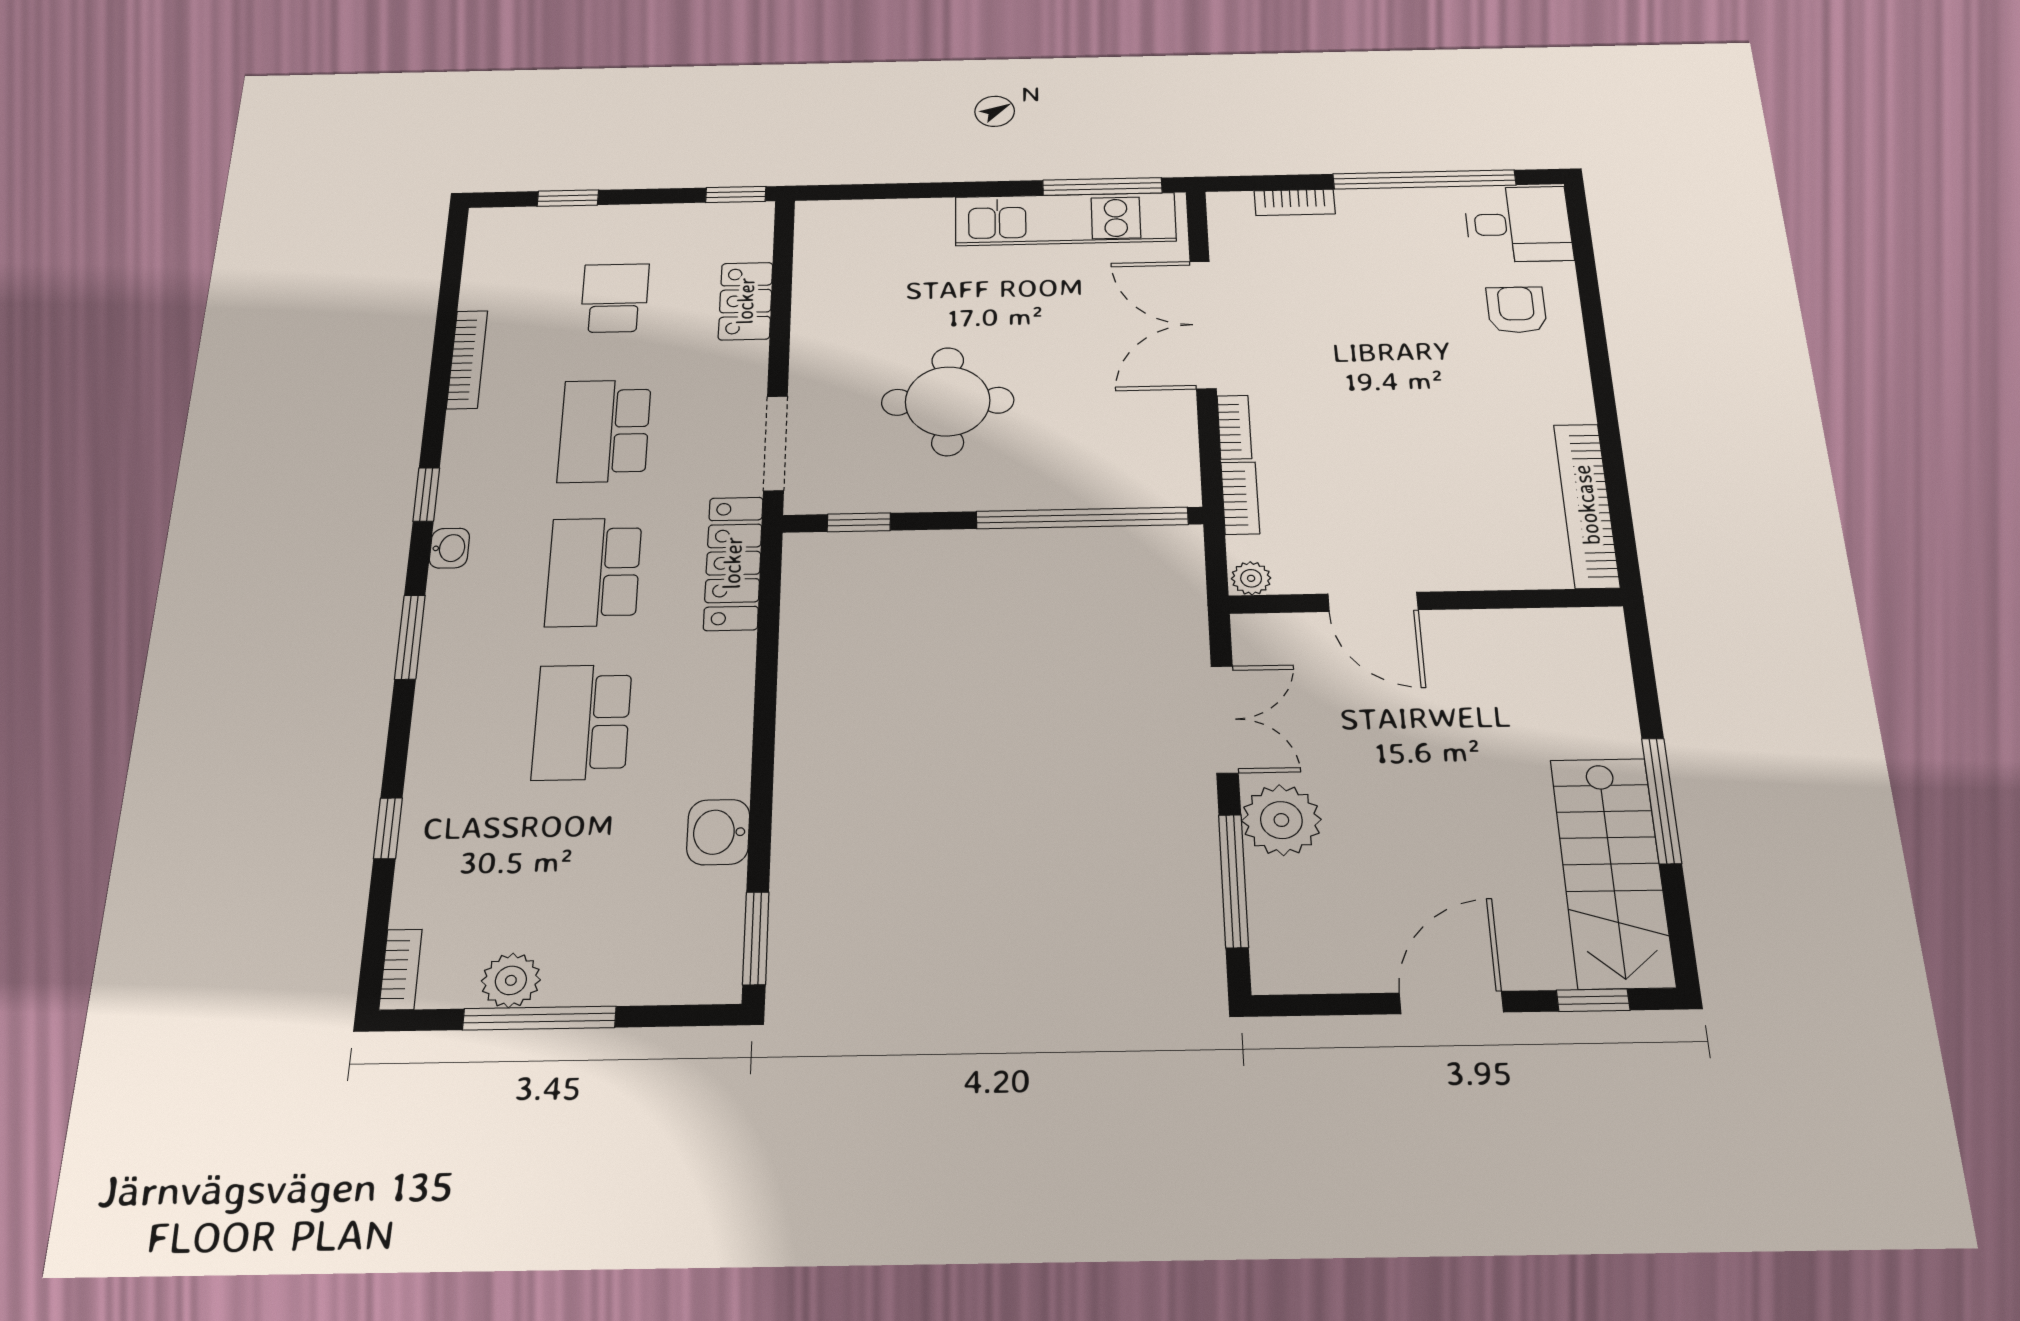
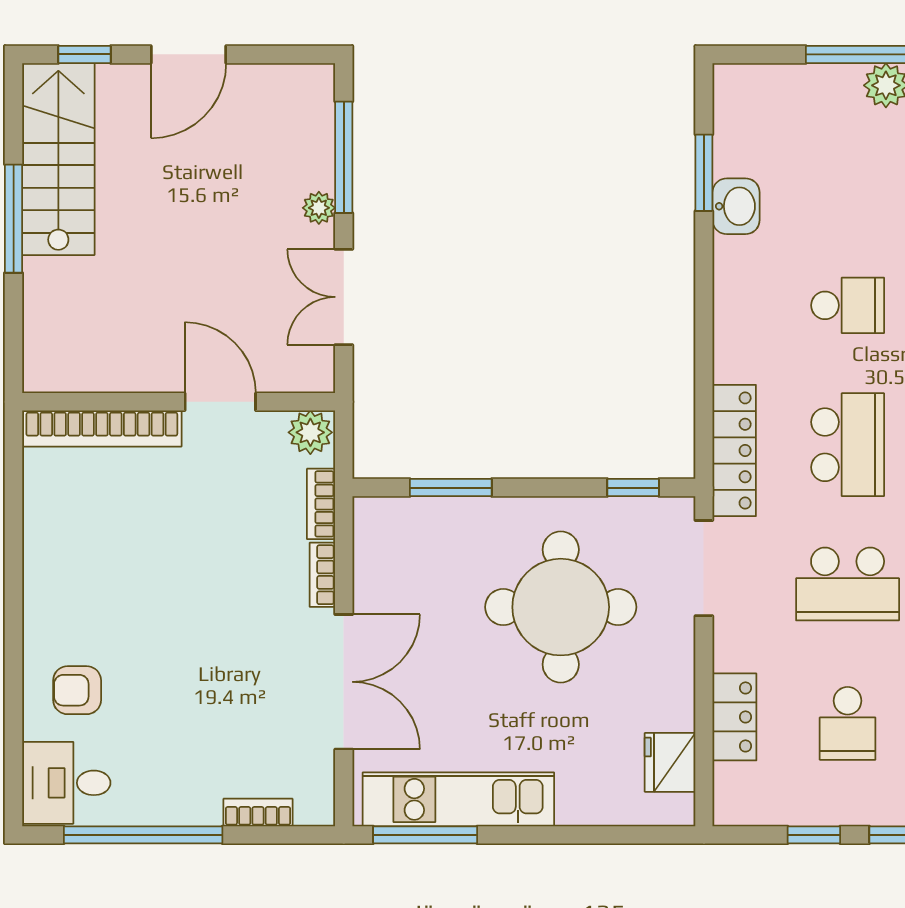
window: (736, 194) -> (814, 835), moved
fridge: (822, 258) -> (670, 762), added
armchair: (1516, 310) -> (77, 690), turned 90
round table: (948, 401) -> (561, 607), width x1.36, depth x1.36
school desk: (604, 431) -> (848, 584), turned 90
bookcase: (1587, 505) -> (102, 428), moved, turned 90
window: (1082, 518) -> (451, 488), width x0.47
plant: (1251, 578) -> (310, 432), width x1.38, depth x1.38
school desk: (582, 722) -> (848, 305), width x0.54
plant: (1281, 820) -> (319, 208), width x0.53, depth x0.53
window: (756, 938) -> (704, 173), moved

